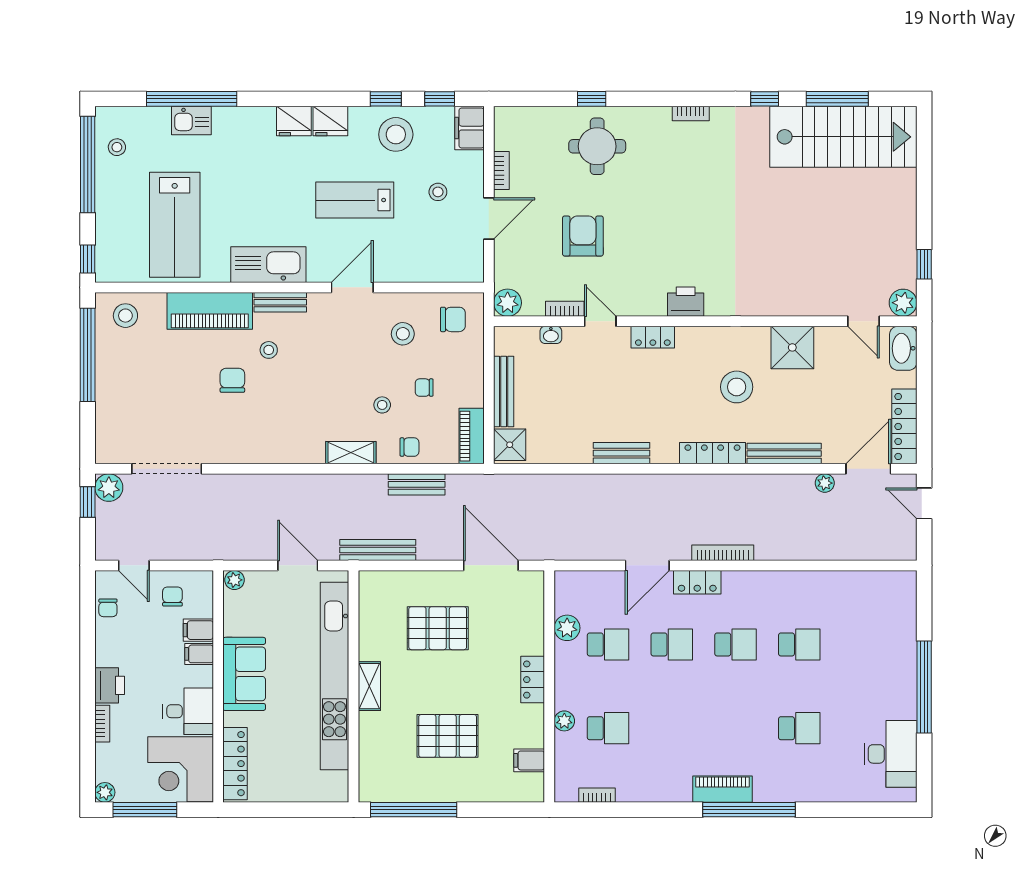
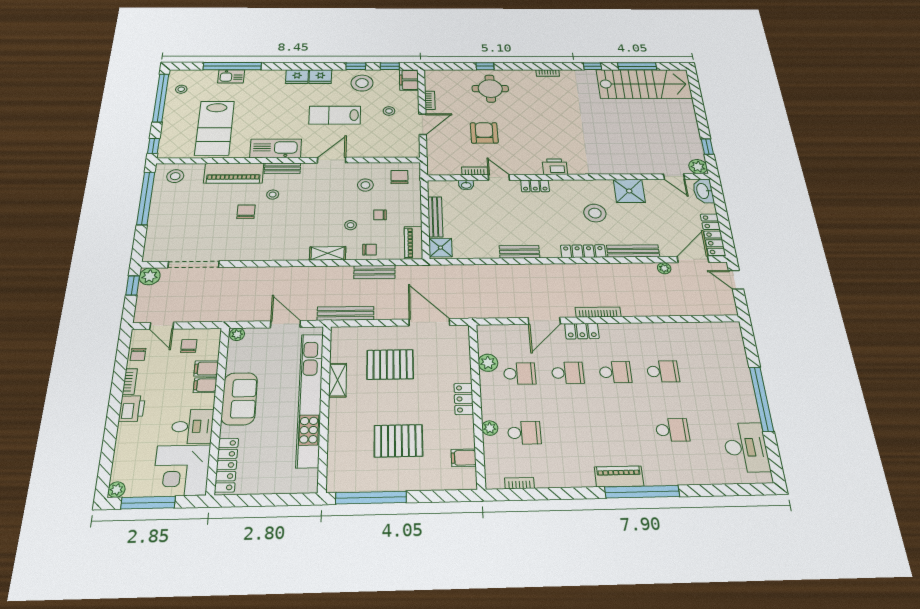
plant: (508, 303) -> (436, 168), removed
chair: (453, 319) -> (399, 177), turned -90
shelving: (369, 686) -> (338, 380), moved
bookcase: (102, 724) -> (130, 382), moved

